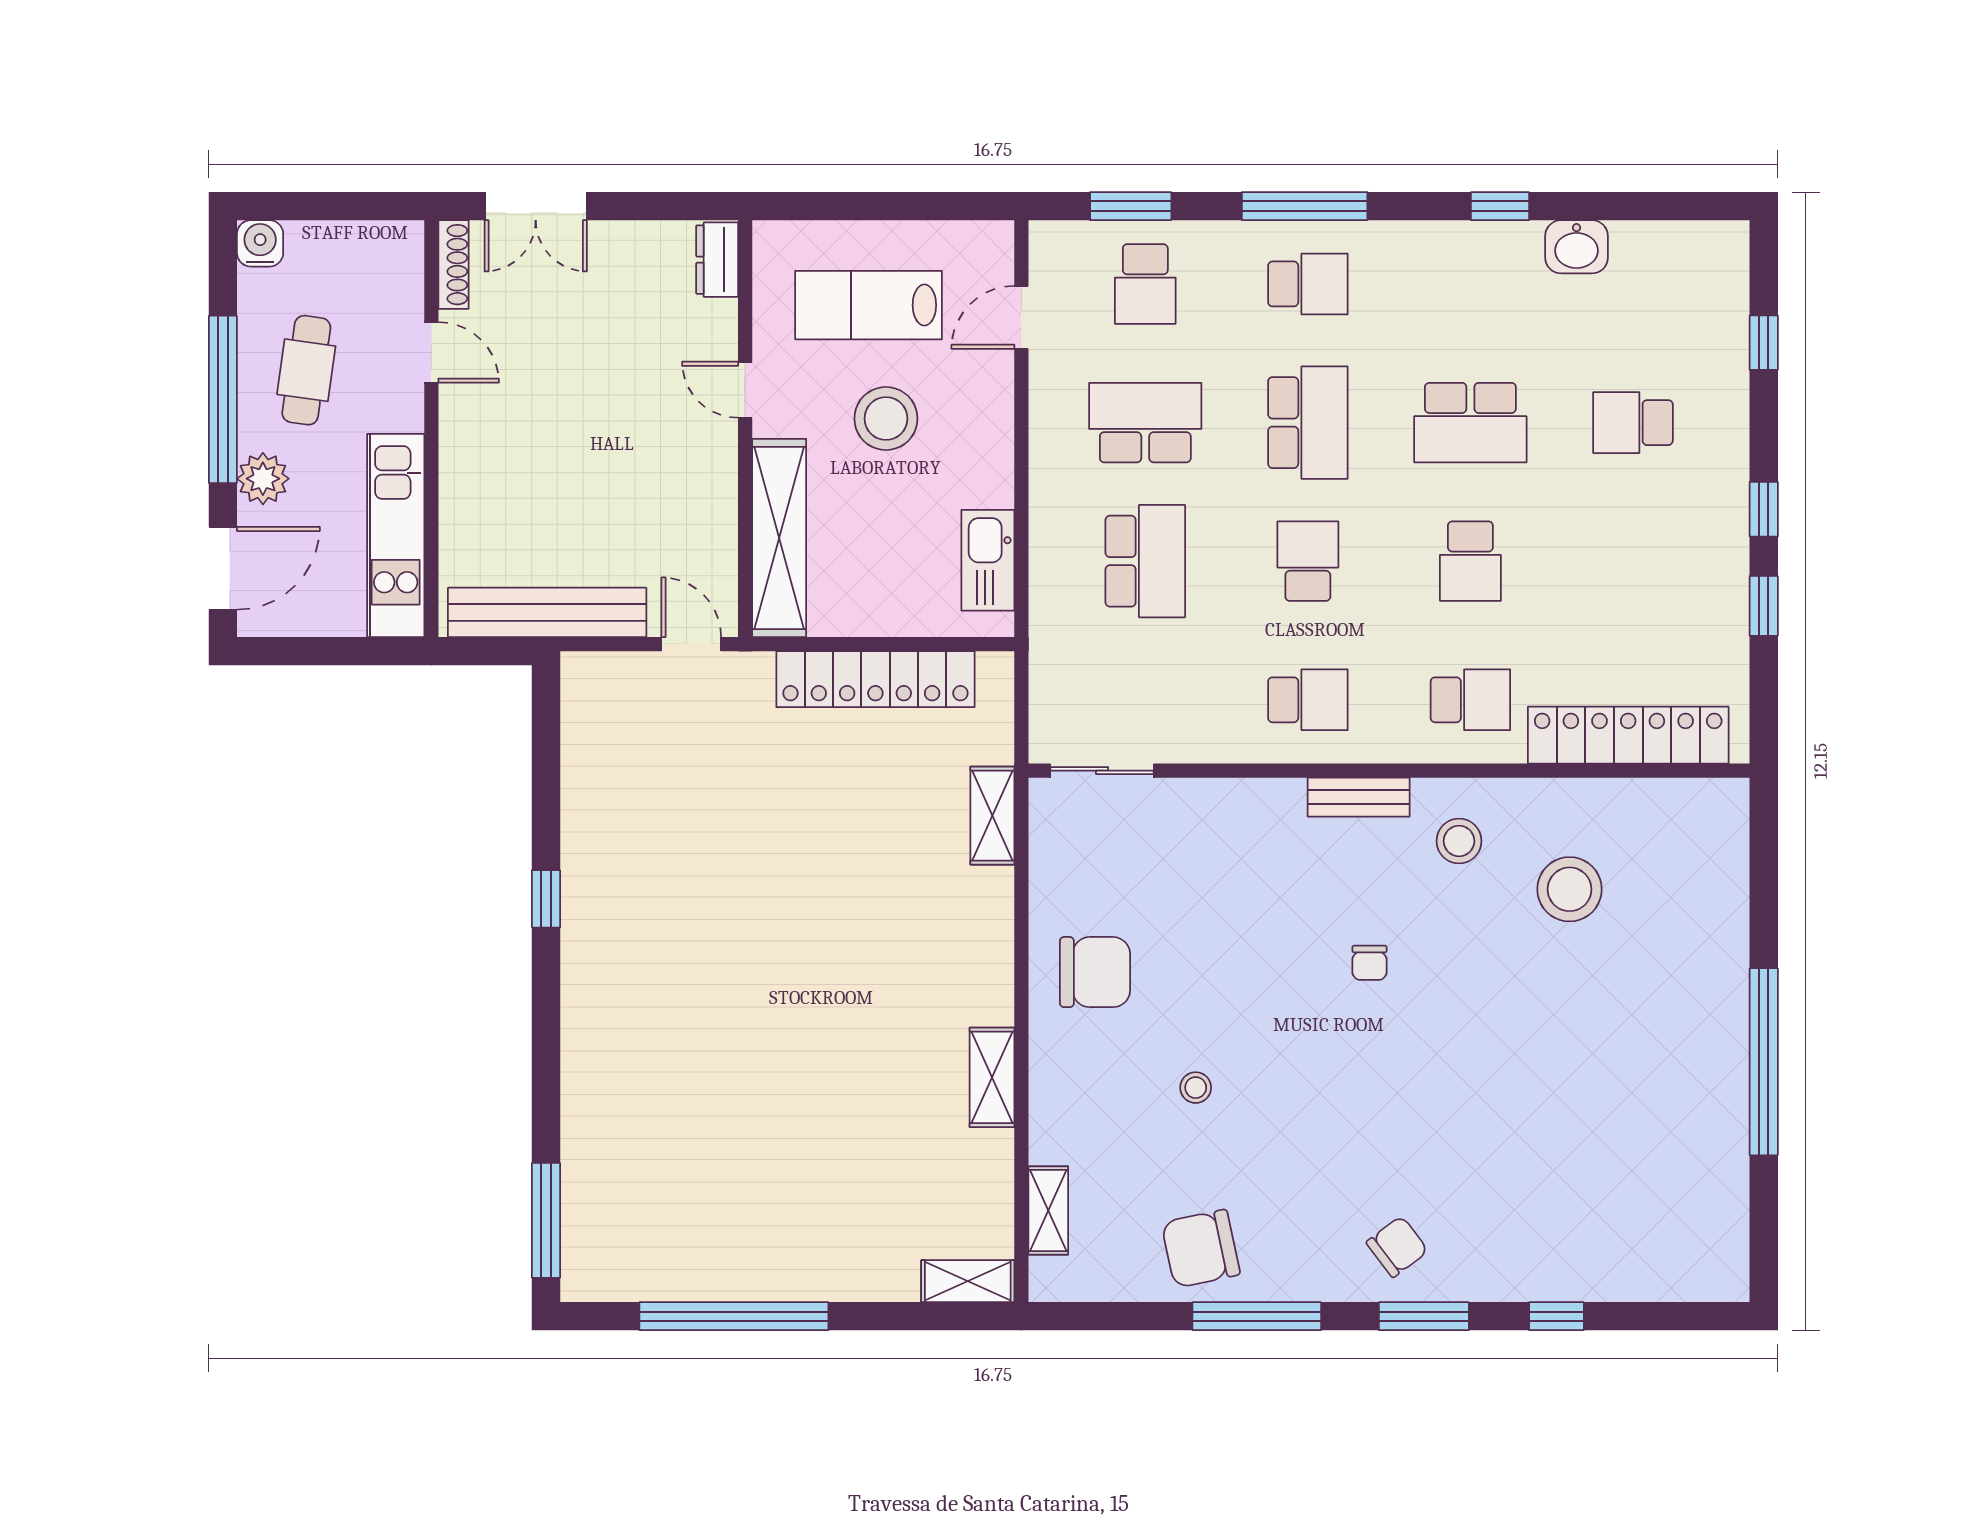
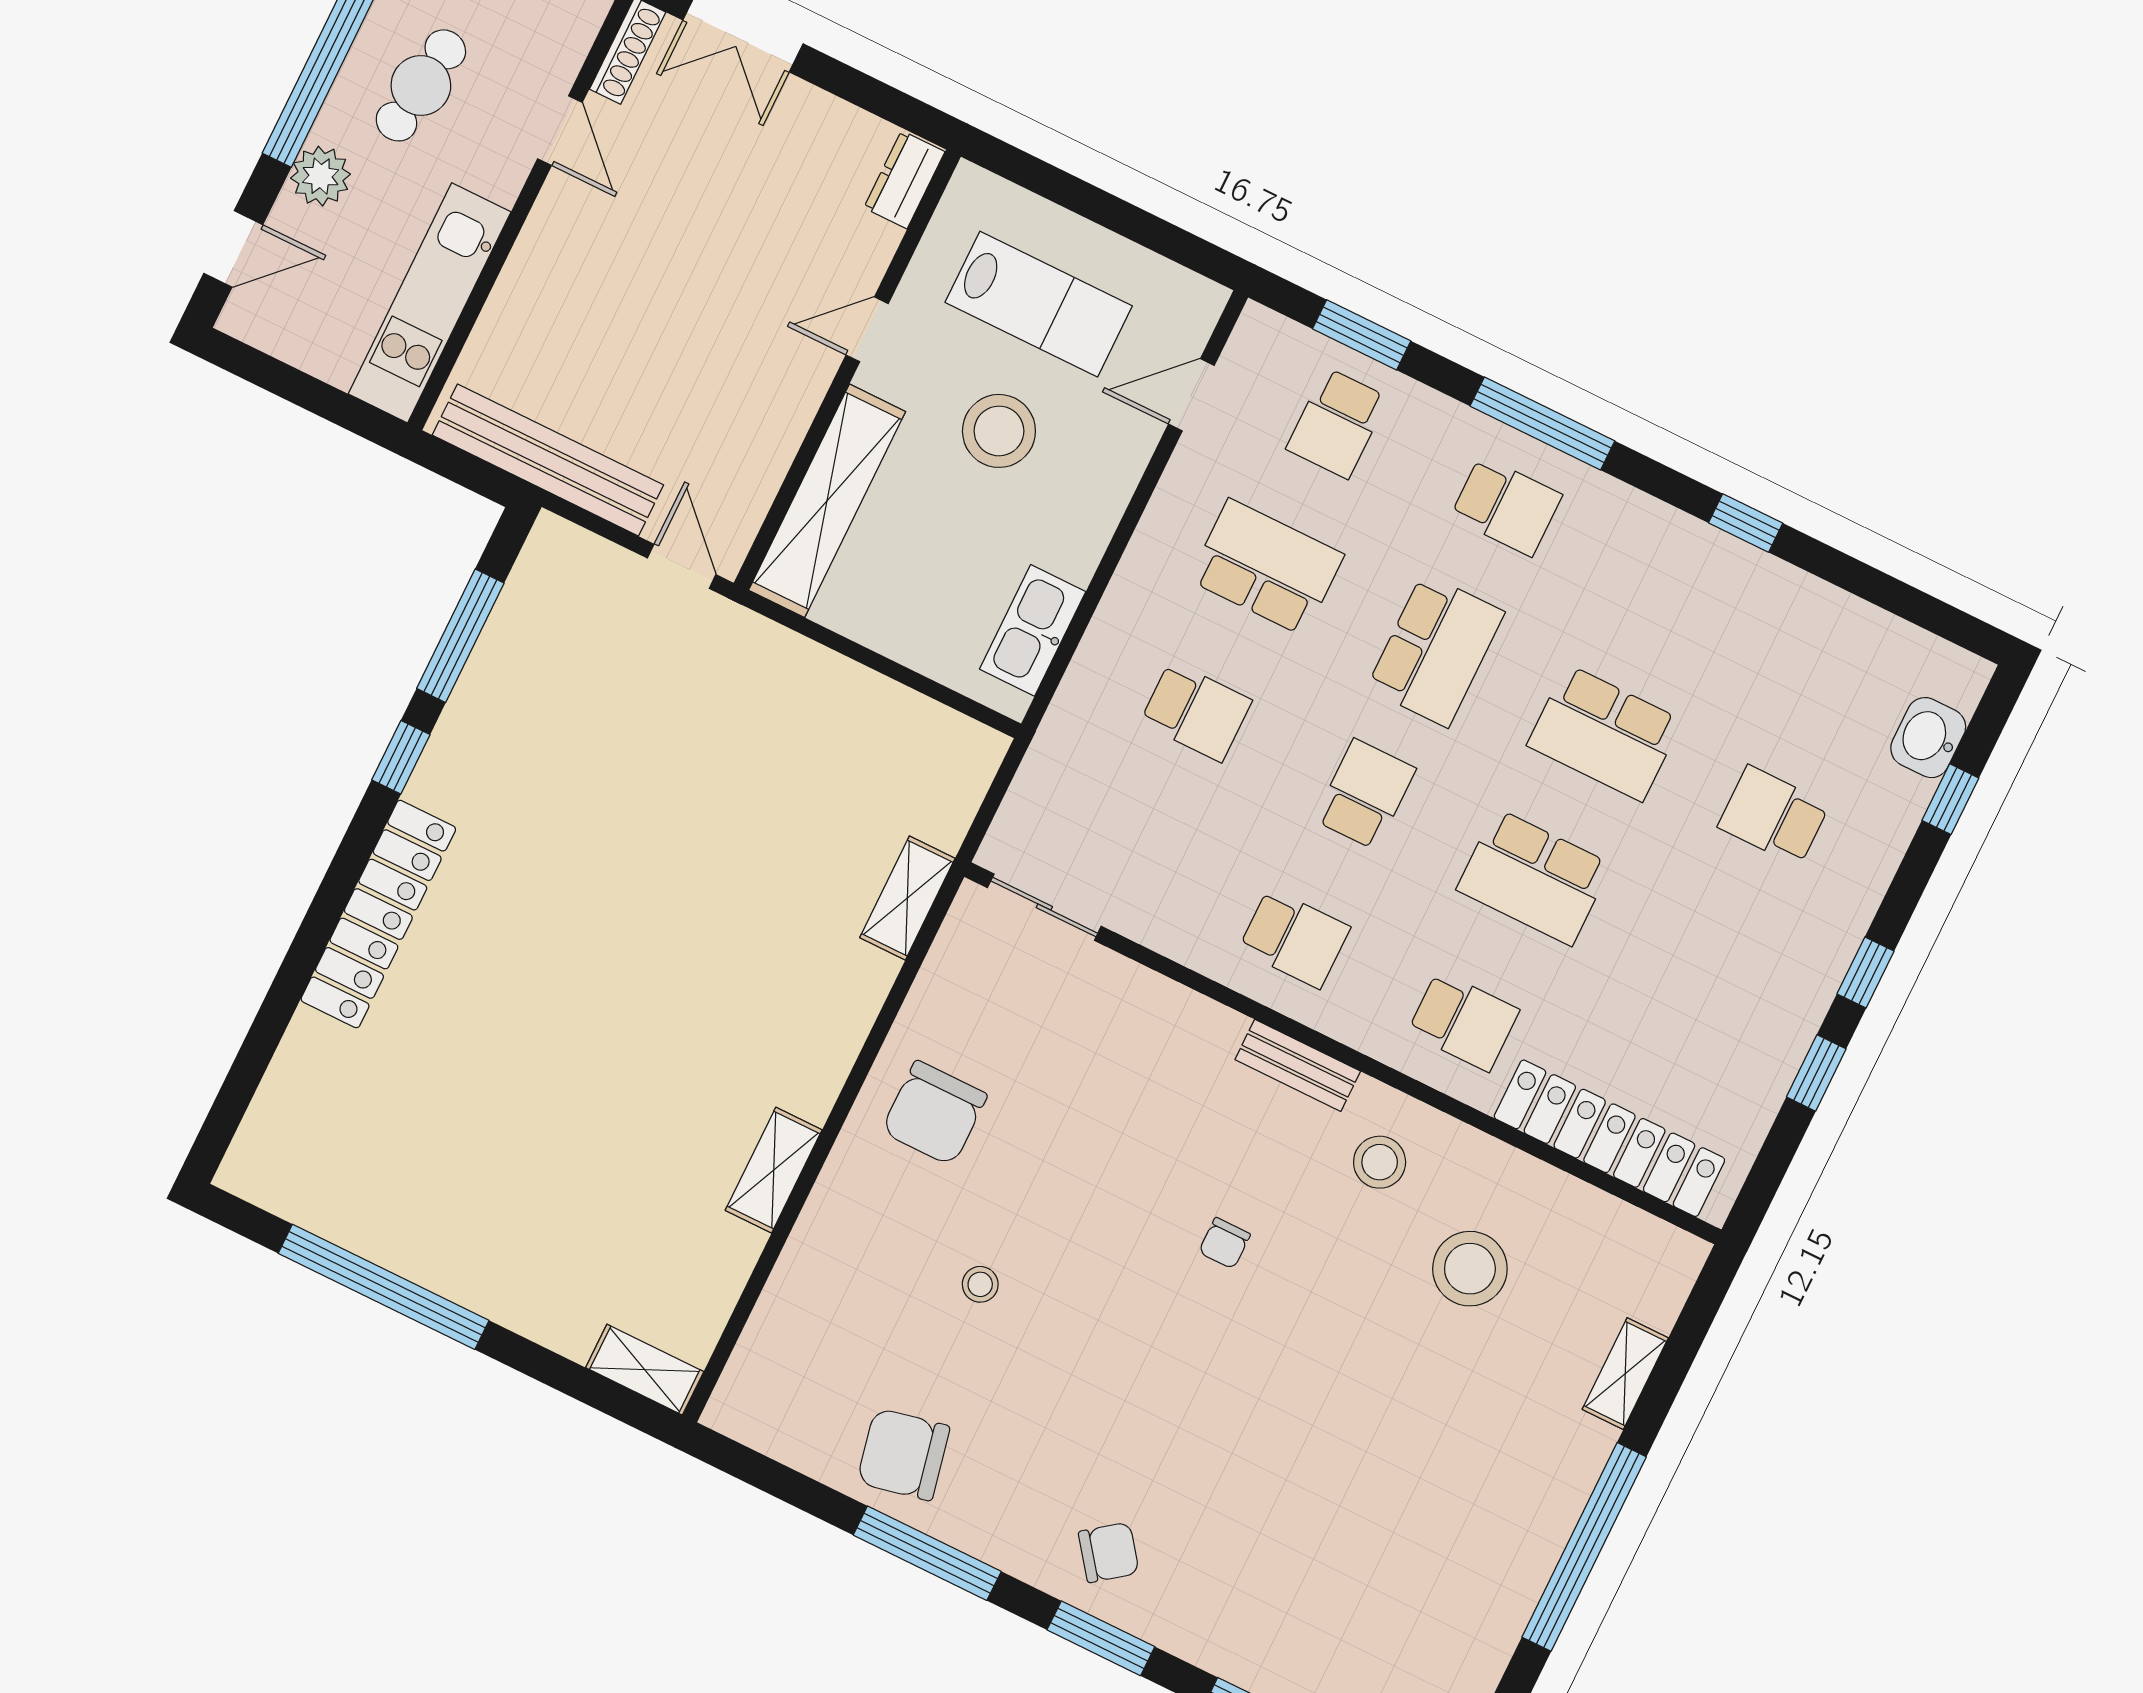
washbasin: (1577, 247) -> (1928, 738), moved, turned 90
lab bench: (869, 305) -> (1039, 304), turned 180
door: (745, 390) -> (867, 329), hinge flipped
school desk: (1145, 561) -> (1196, 711), width x0.54
school desk: (1470, 561) -> (1534, 877), width x1.85
door: (223, 568) -> (233, 249), width x0.73
locker: (875, 679) -> (378, 914), moved, turned -90
chair: (1095, 972) -> (934, 1113), turned 90
shelving: (1048, 1210) -> (1625, 1374), moved
window: (546, 1220) -> (460, 636), moved

